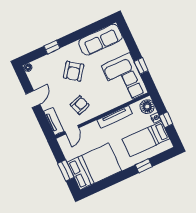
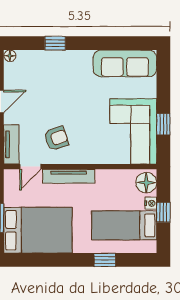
armchair: (74, 71) -> (69, 89), removed
tv unit: (115, 117) -> (69, 176), moved

